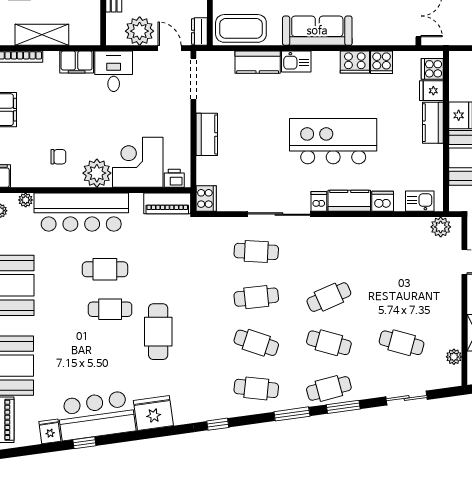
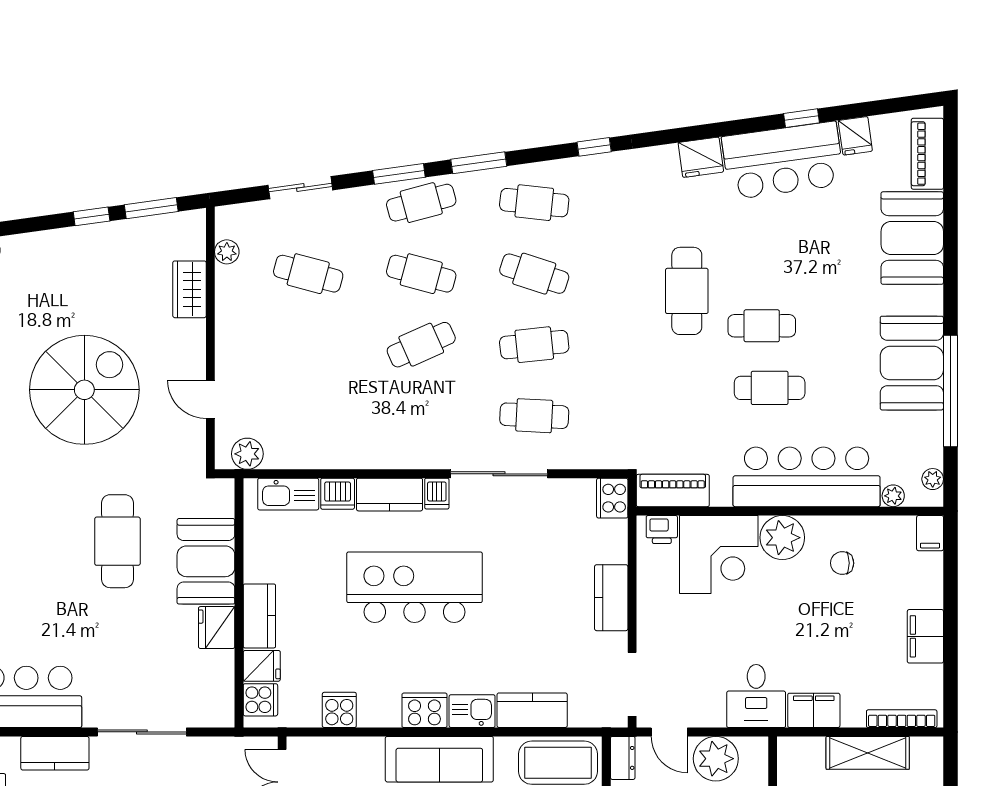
cooker: (355, 62) -> (424, 710), moved
kitchen island: (333, 141) -> (415, 587), turned 180
kitchen sink: (420, 201) -> (288, 494), width x1.38
fridge: (153, 413) -> (701, 157), width x0.73, depth x0.75

